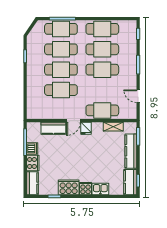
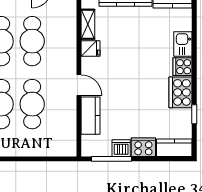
cafe table: (102, 110) -> (32, 41), moved
fridge: (86, 128) -> (91, 48), moved

